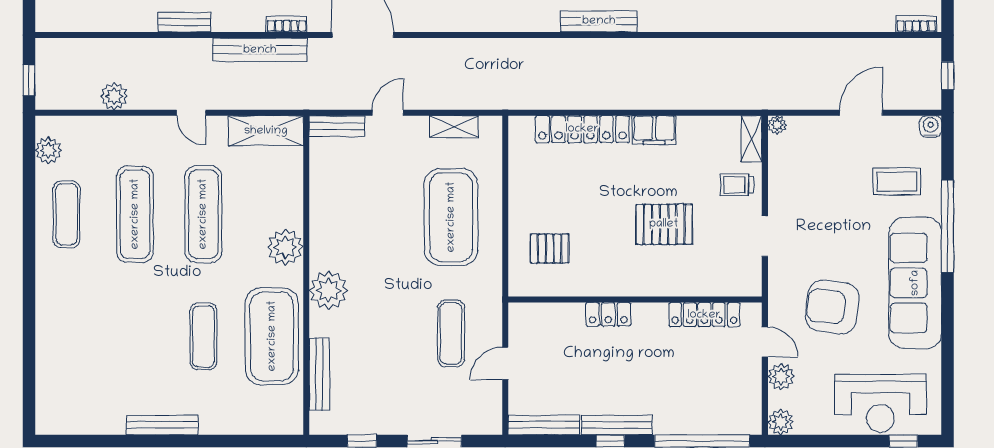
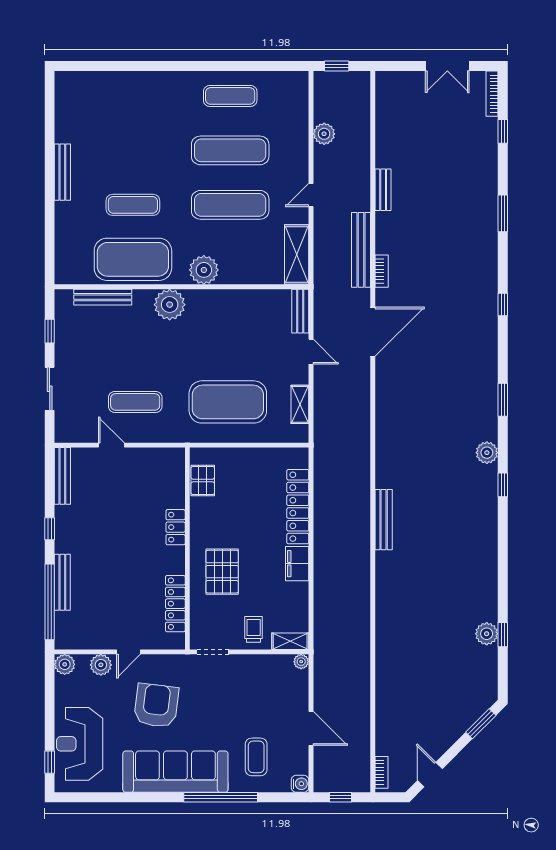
plant: (48, 150) -> (281, 81), removed
wall: (635, 300) -> (187, 548), moved
locker: (608, 314) -> (176, 527), moved
locker: (704, 315) -> (175, 604), moved
bench: (617, 425) -> (62, 582), moved

